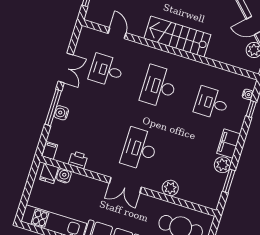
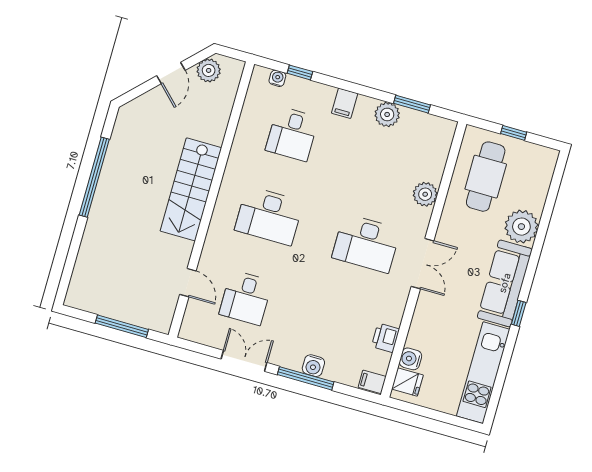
door: (117, 33) -> (188, 283), swing flipped
filing cabinet: (229, 144) -> (345, 103), width x0.50

